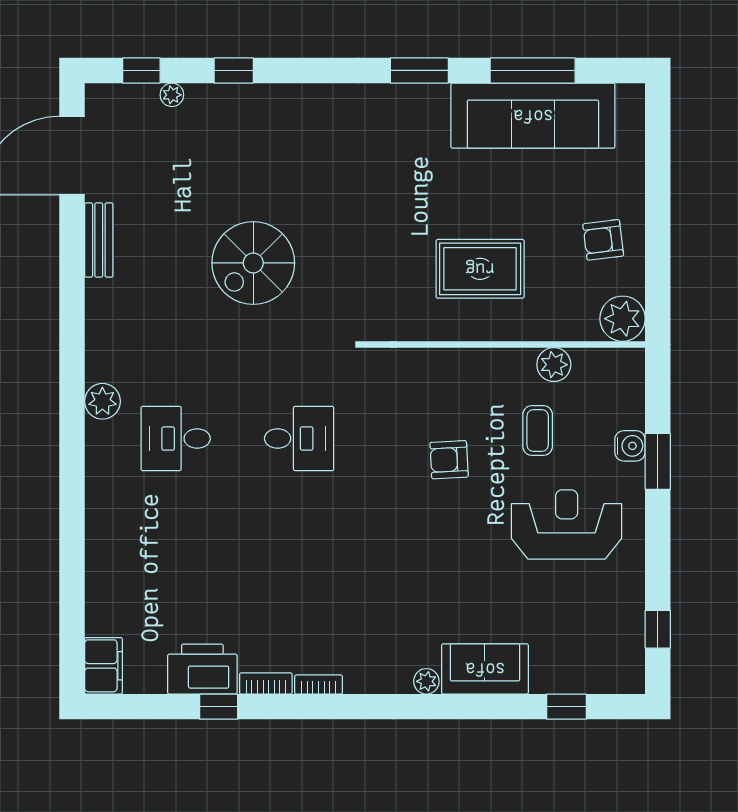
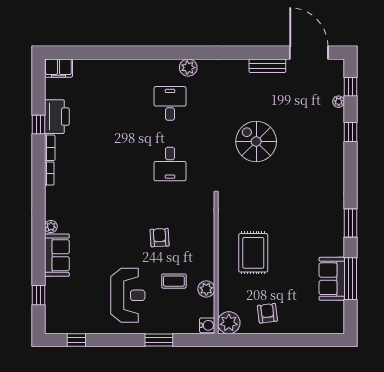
sofa: (533, 116) -> (332, 279), width x0.54, depth x0.79
water cooler: (630, 446) -> (207, 325), moved, turned -90

